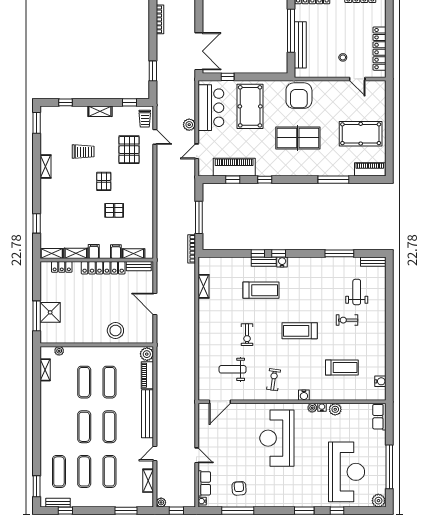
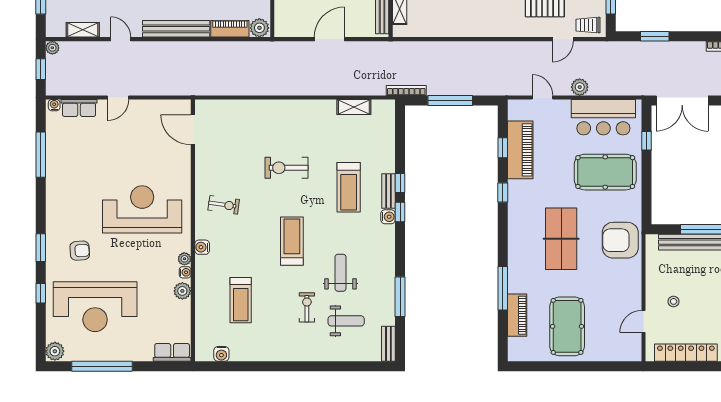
piano: (370, 169) -> (517, 315), moved
exercise bike: (247, 335) -> (287, 168), width x1.38, depth x1.39
weight bench: (233, 369) -> (340, 273), moved
armchair: (239, 488) -> (80, 251), moved

